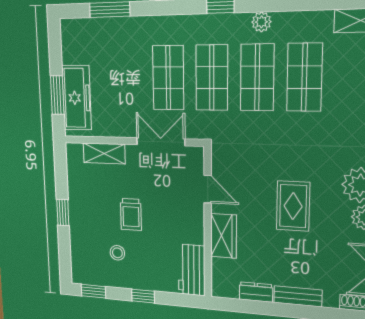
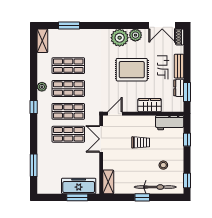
shelving: (104, 153) -> (108, 182), moved
door: (208, 189) -> (115, 114), moved
rug: (293, 206) -> (132, 70), width x1.36, depth x1.43
trolley: (131, 214) -> (141, 142), moved
bicycle: (80, 236) -> (155, 187), added
window: (143, 296) -> (187, 140), moved
window: (248, 306) -> (187, 92), added

